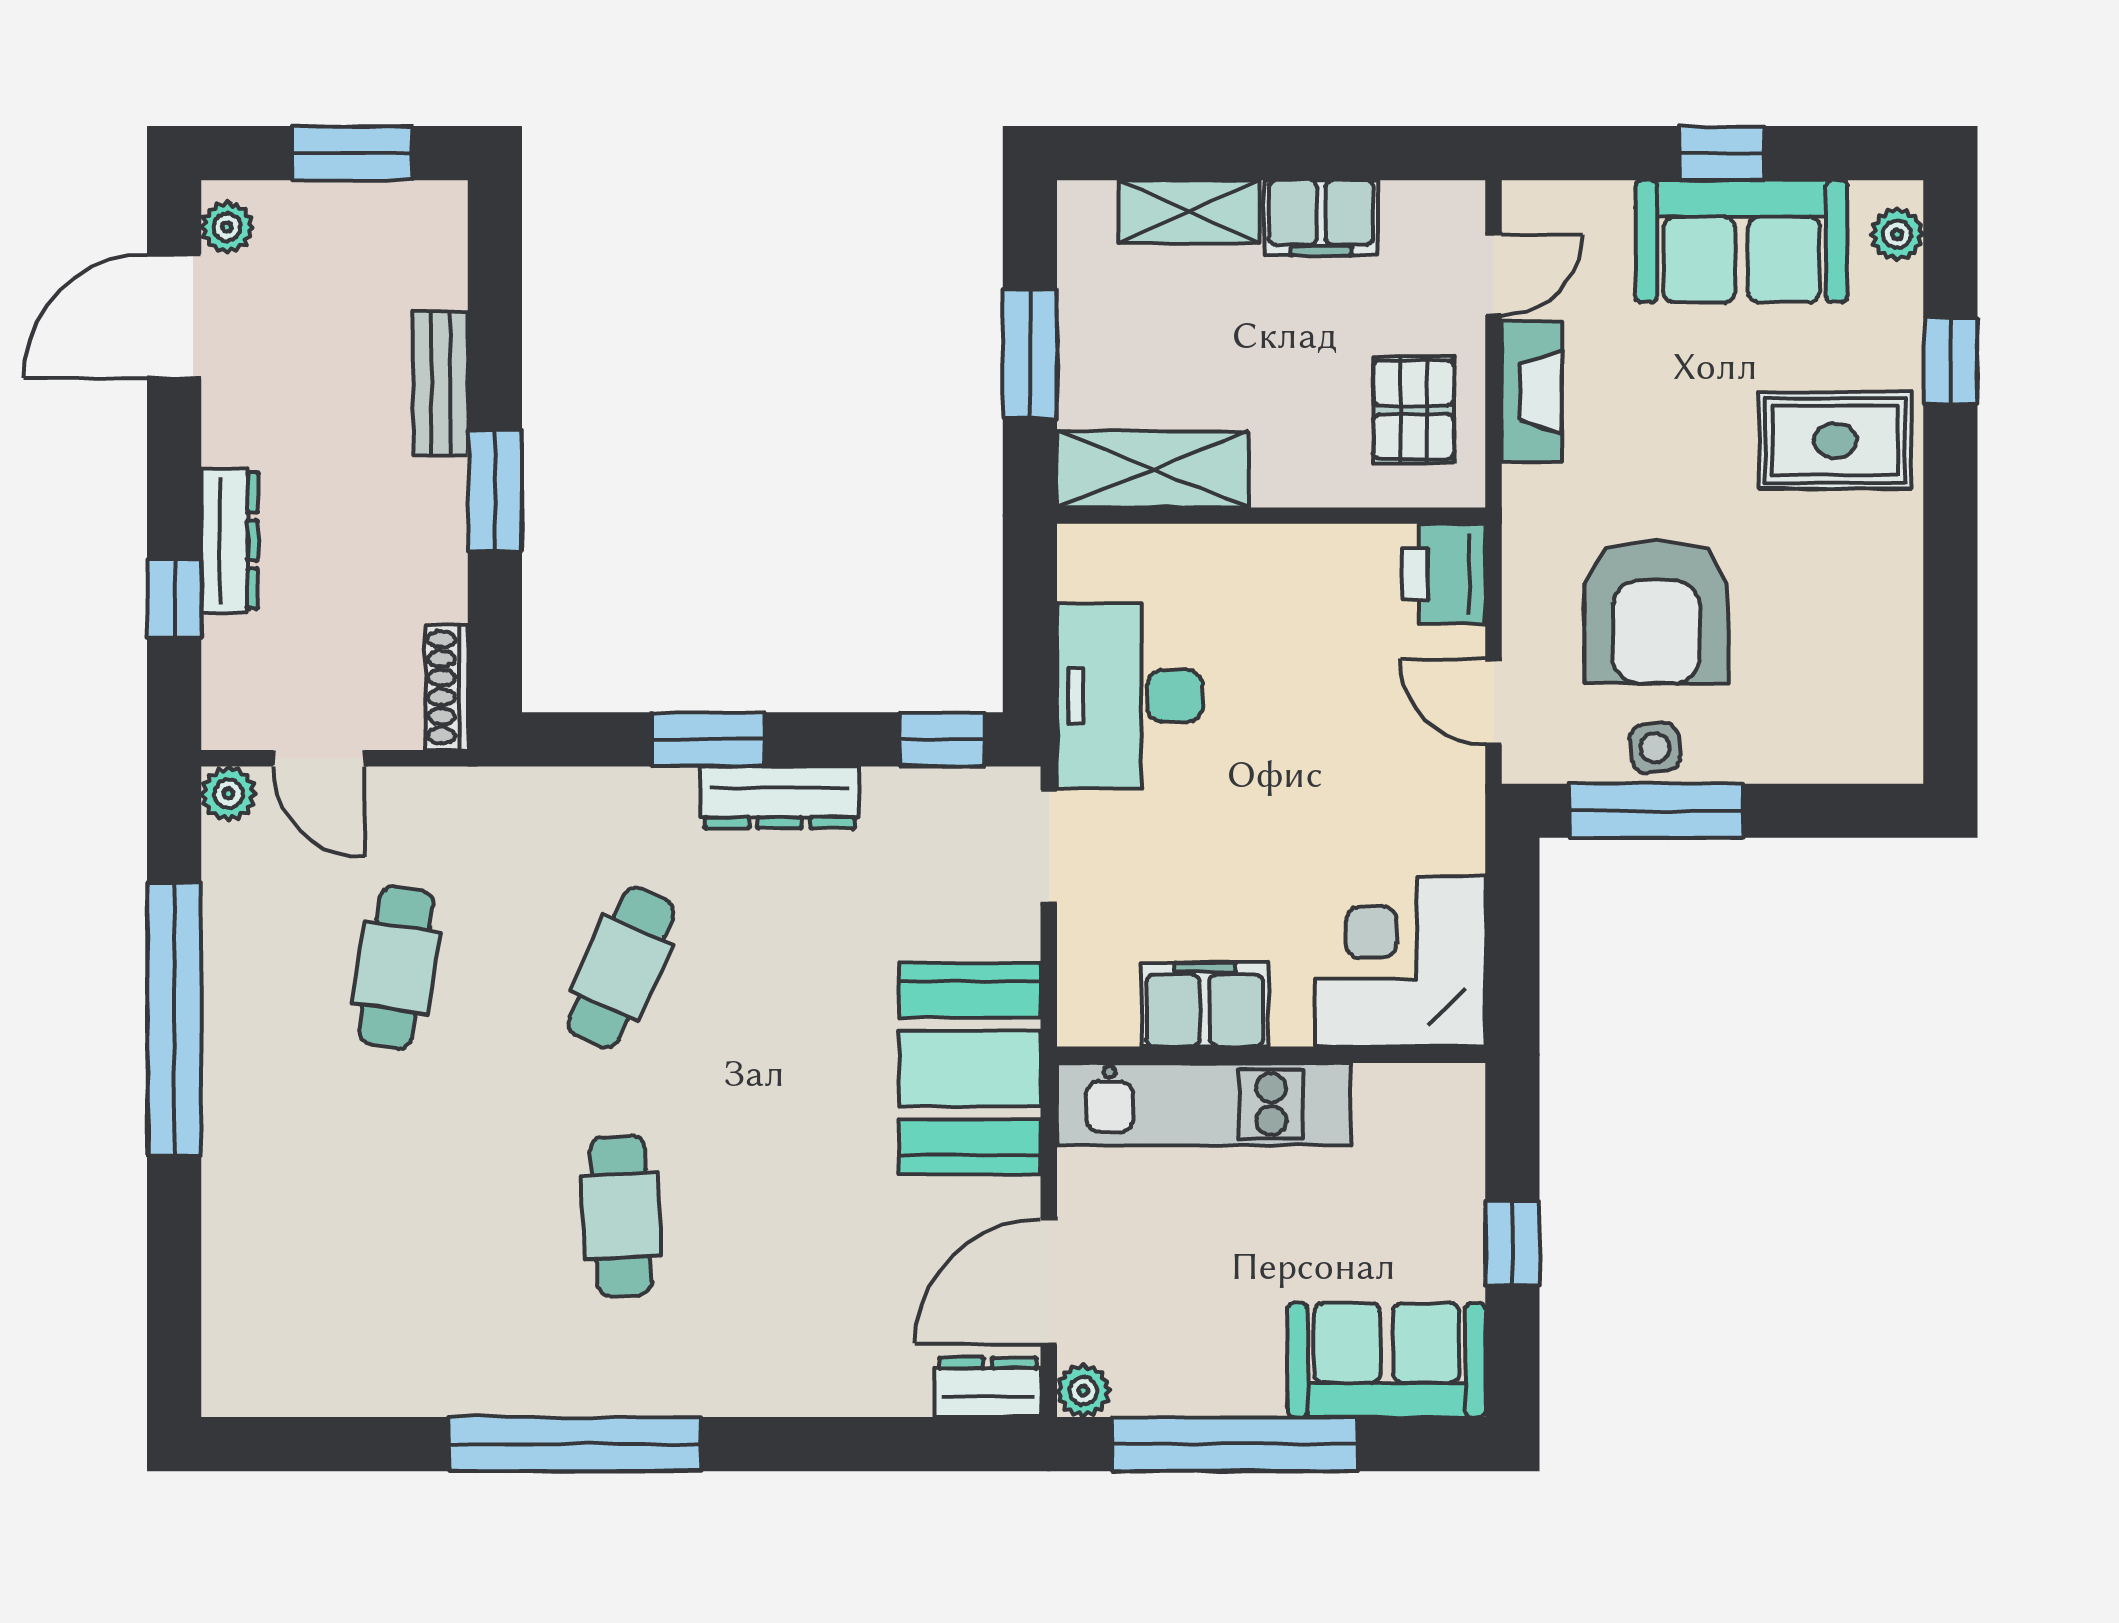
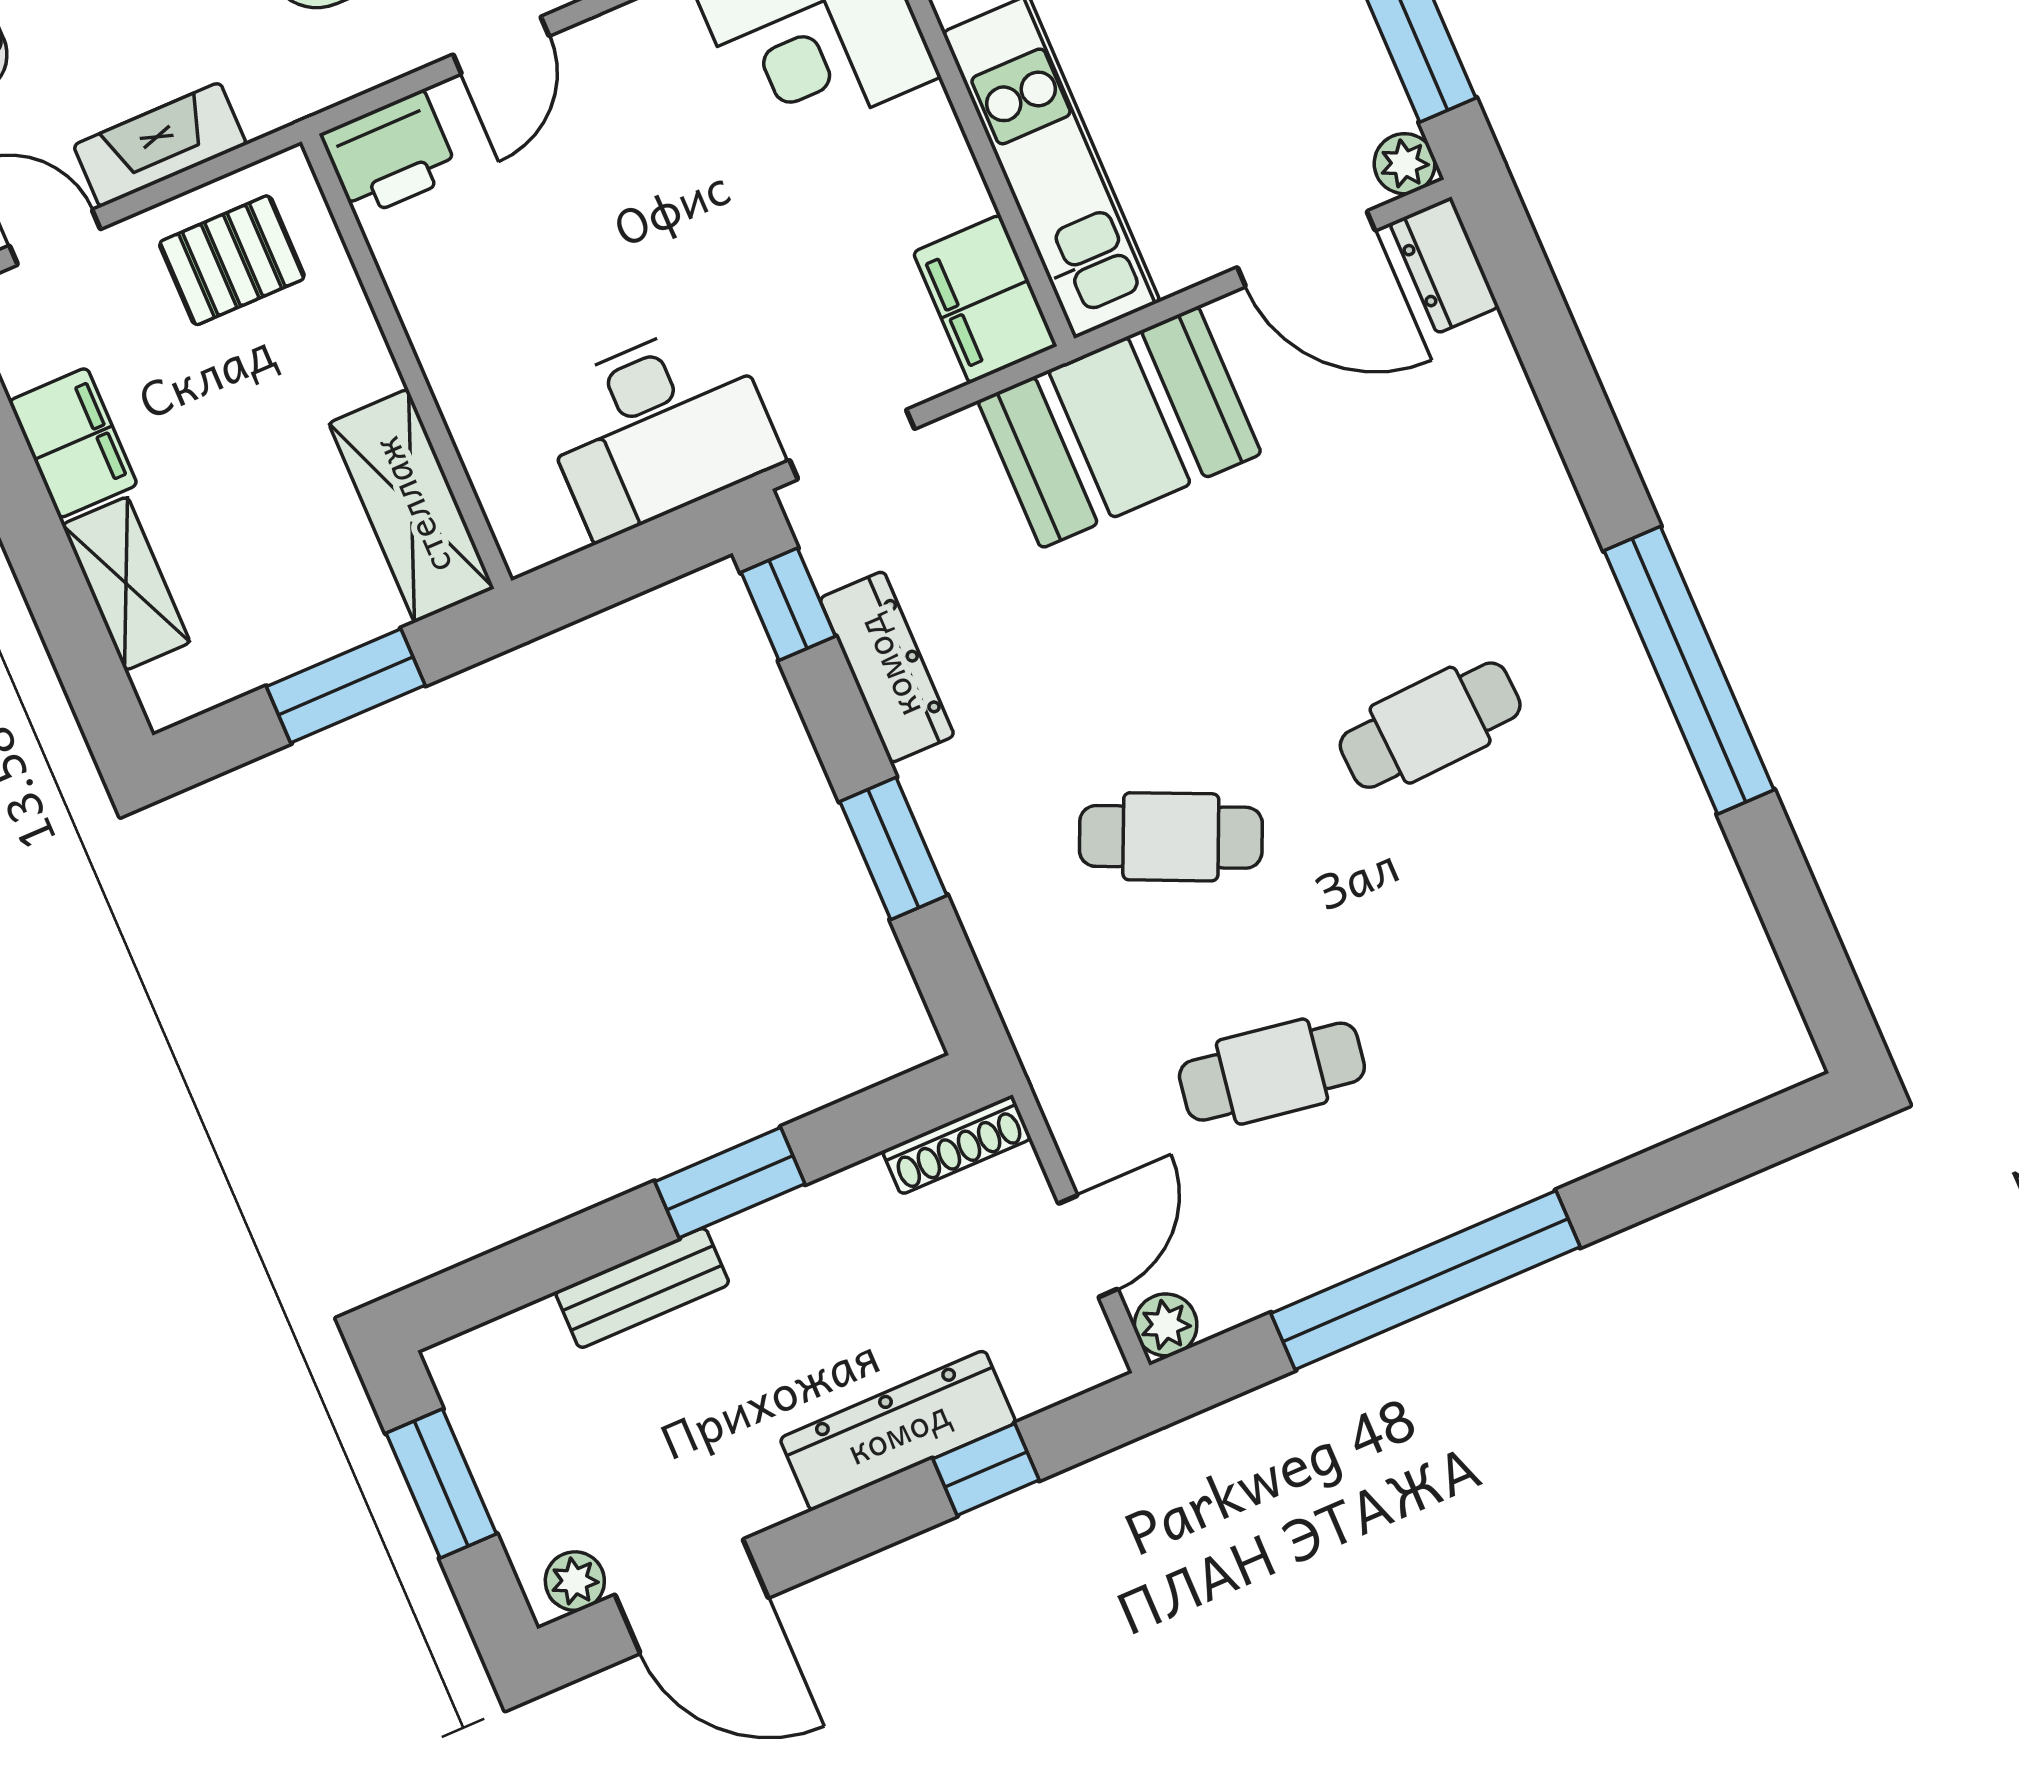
dresser: (229, 541) -> (898, 1431), width x1.37, depth x1.24
dresser: (780, 797) -> (887, 667), moved
filing cabinet: (1205, 1005) -> (985, 299), moved

